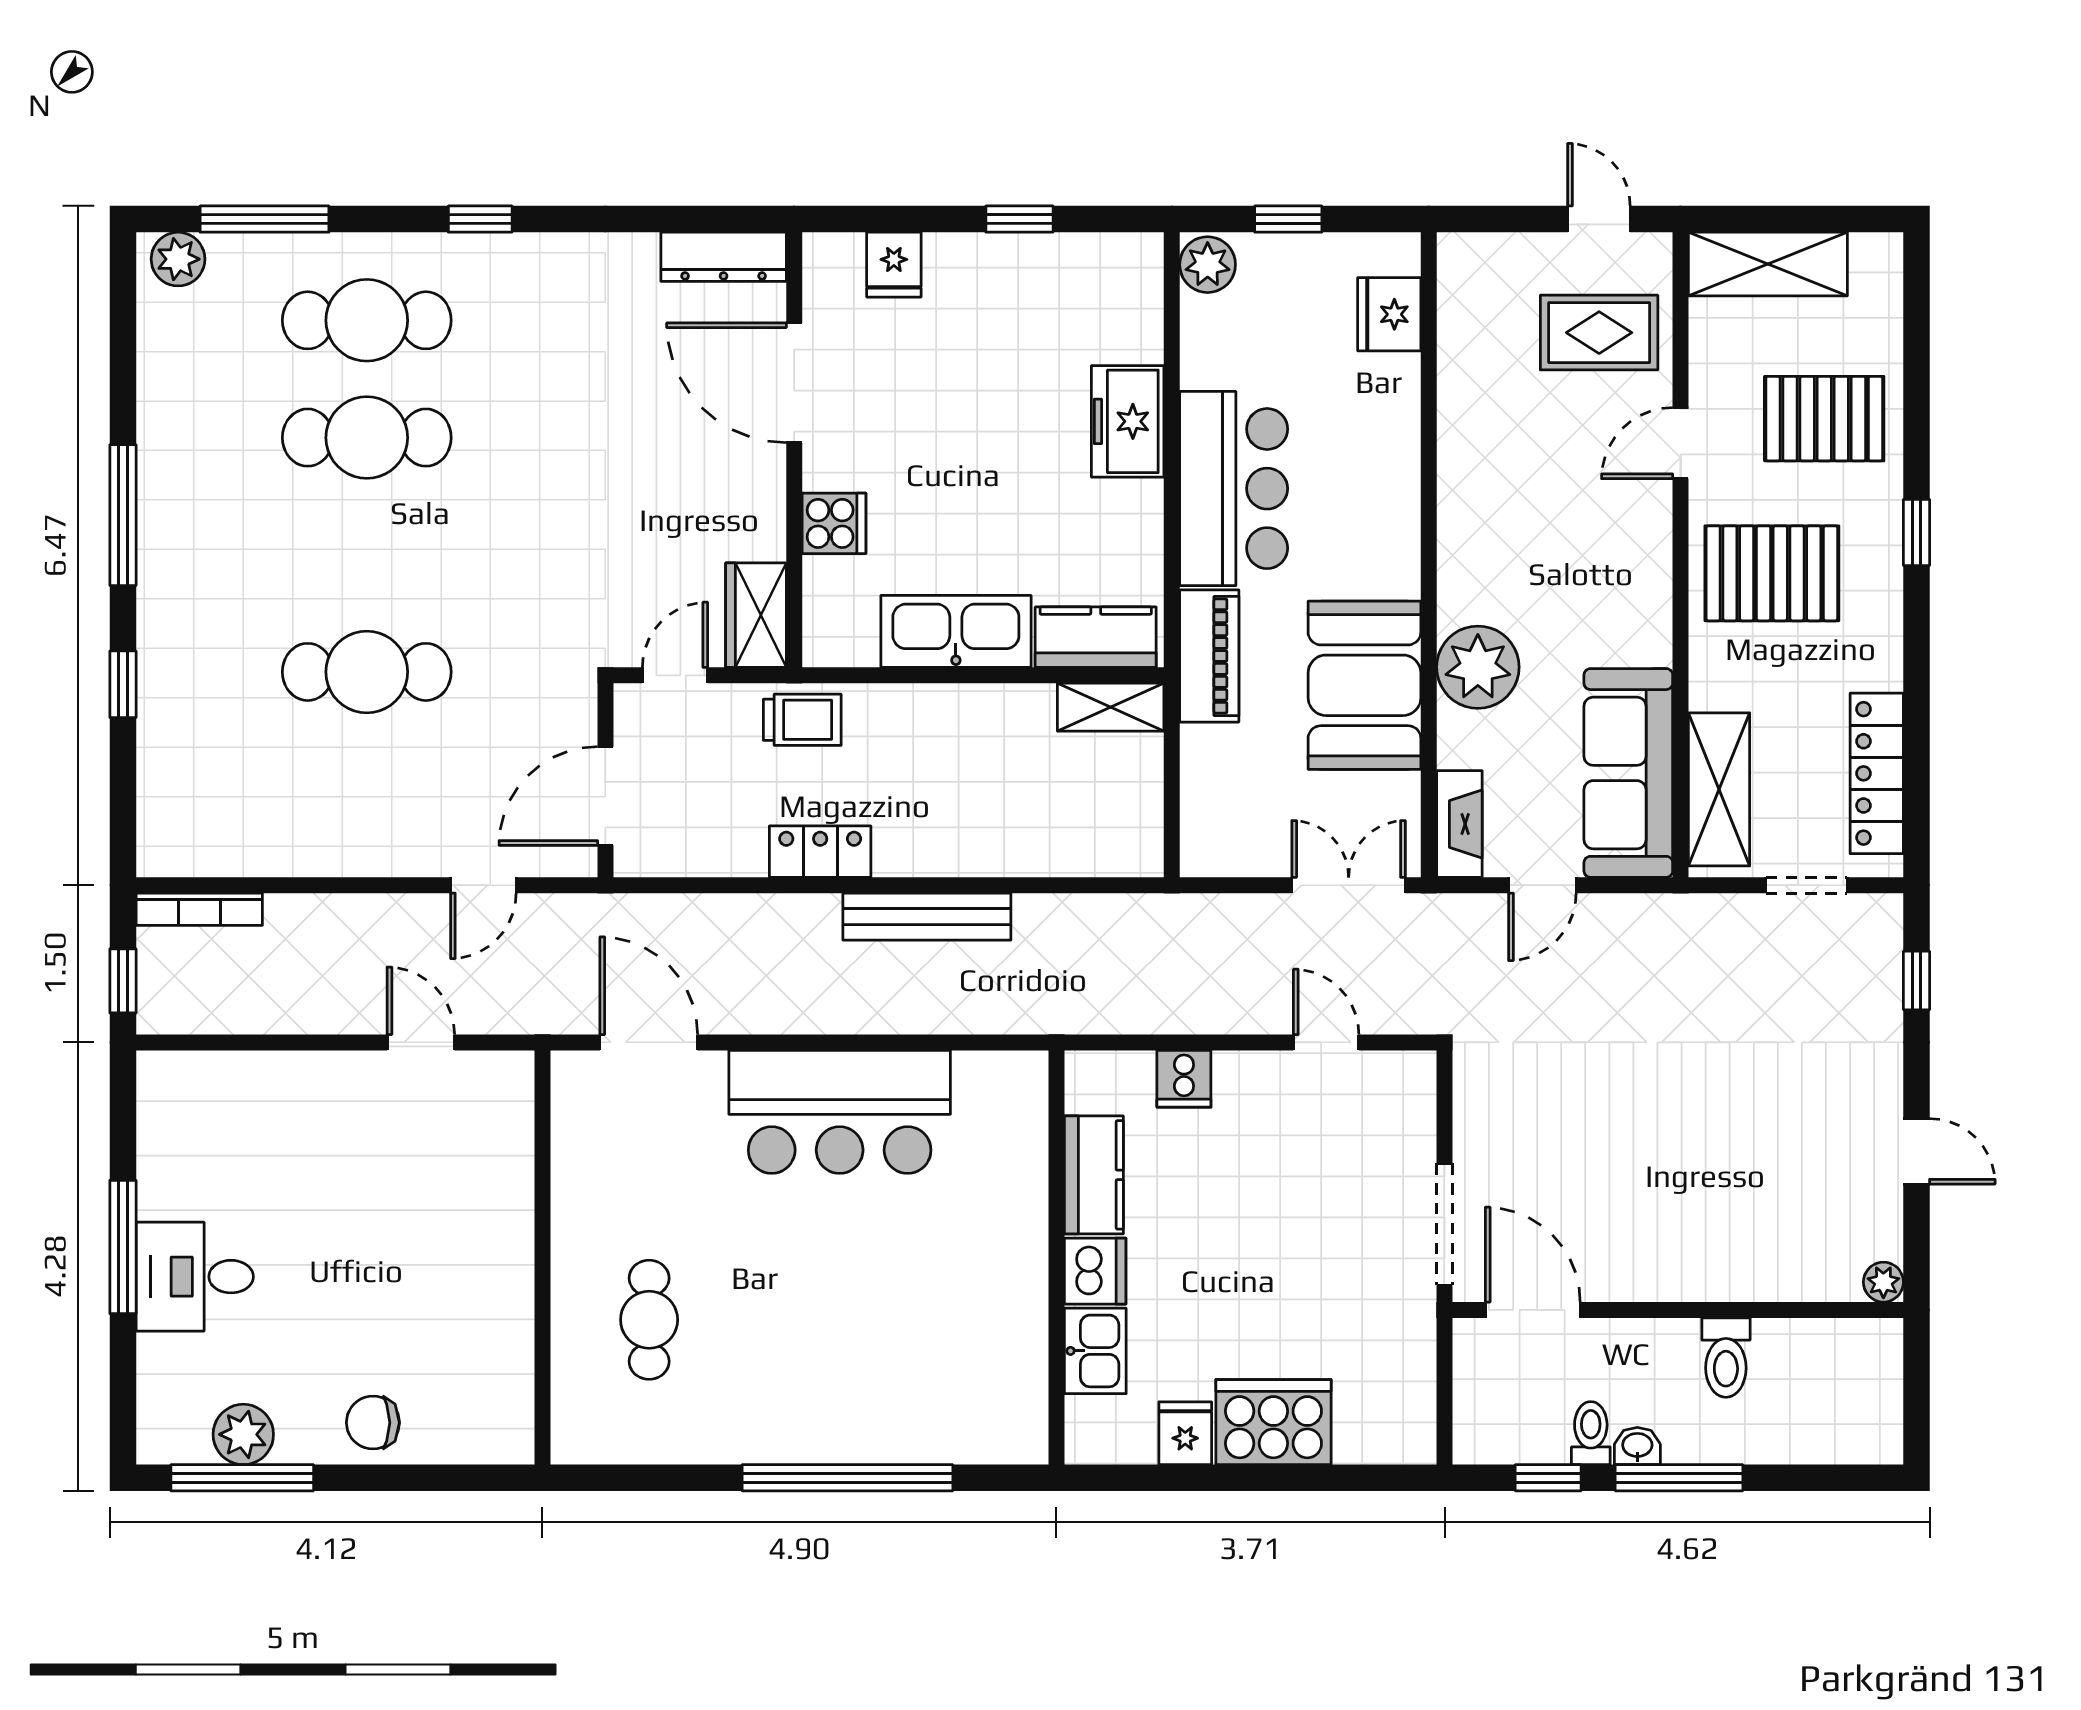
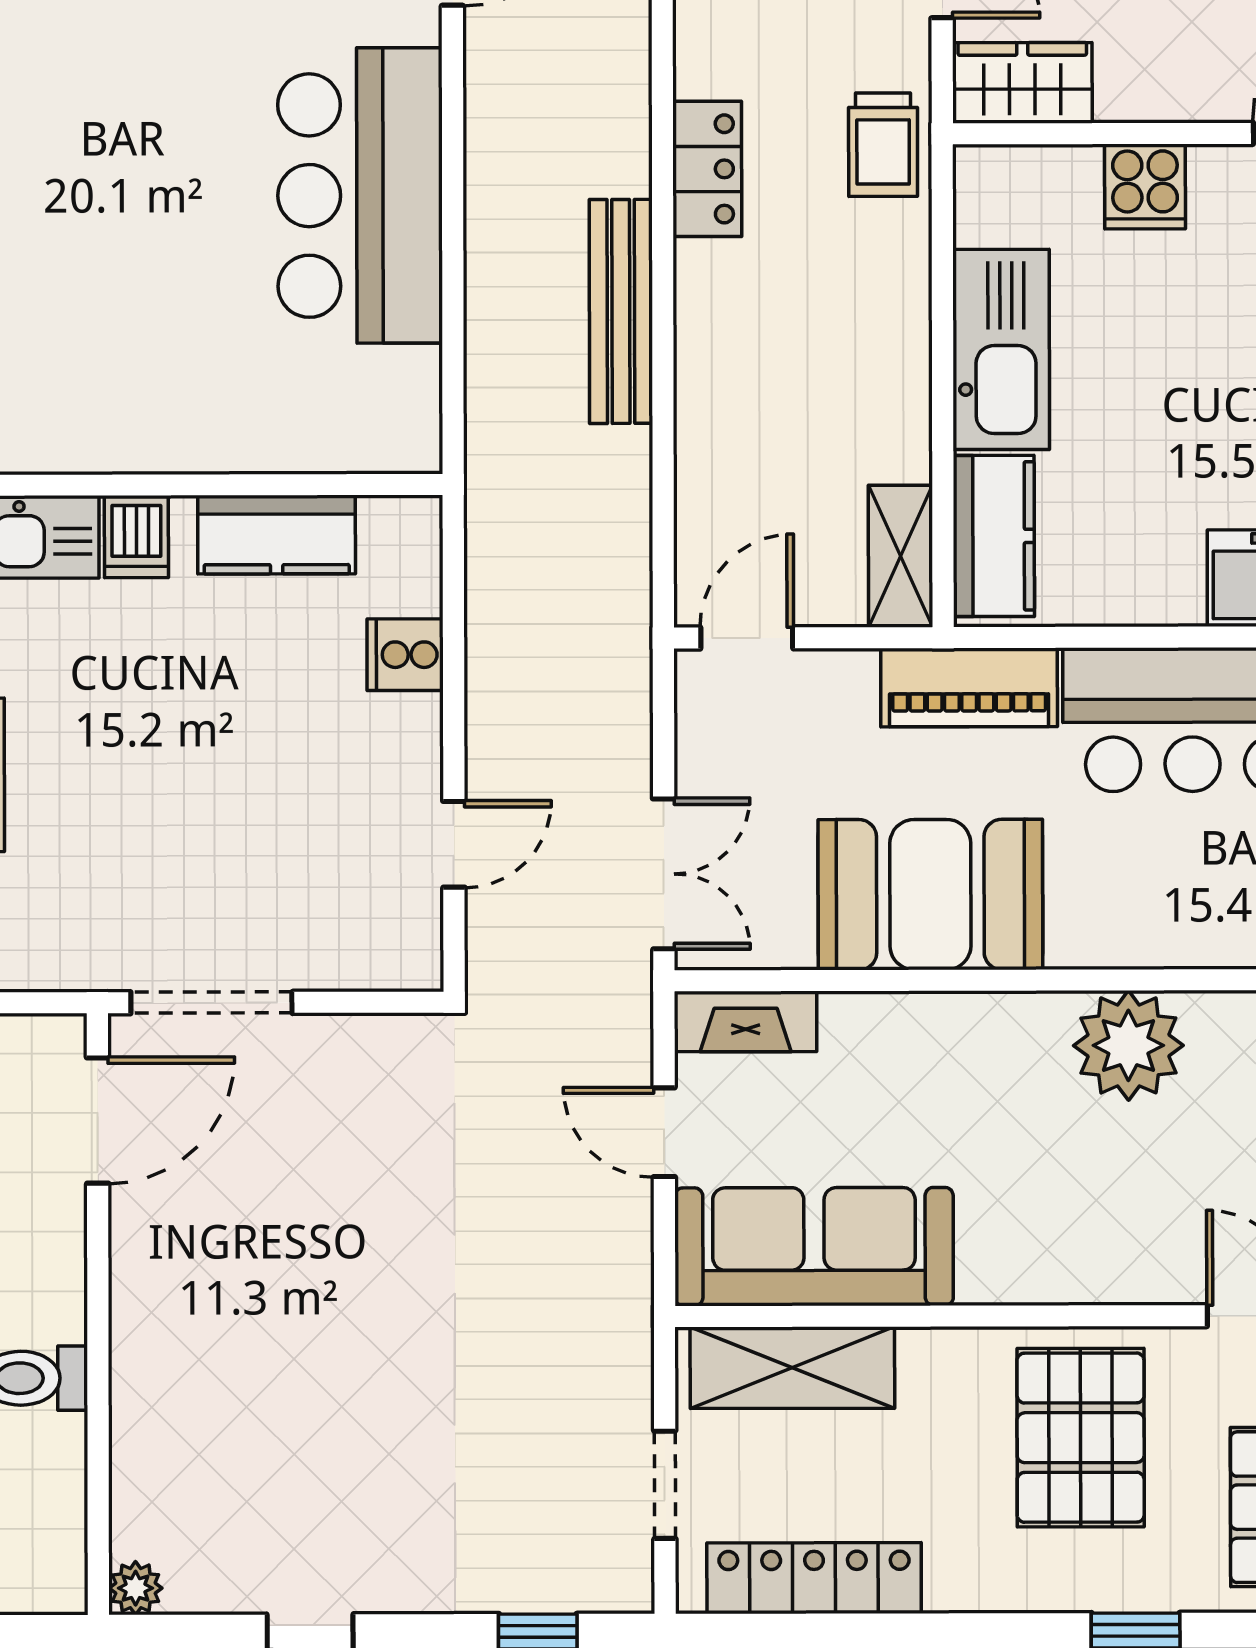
plant: (1478, 667) -> (1128, 1045), moved
door: (1172, 823) -> (747, 638), added
dishwasher: (1095, 1271) -> (136, 537), width x0.73

